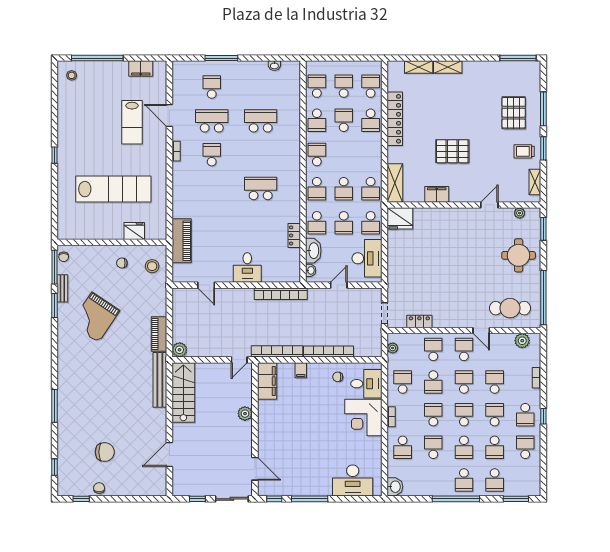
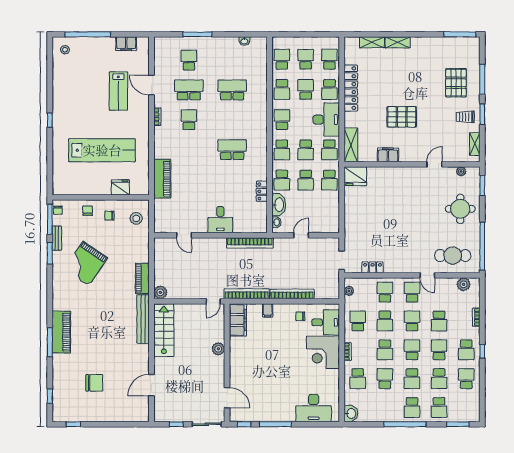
piano: (182, 241) -> (162, 179), moved
desk: (367, 258) -> (326, 120), moved
school desk: (495, 382) -> (439, 321), turned 180
piano: (68, 395) -> (61, 332), added
school desk: (433, 415) -> (385, 350), turned 180
chair: (99, 488) -> (88, 211), moved

